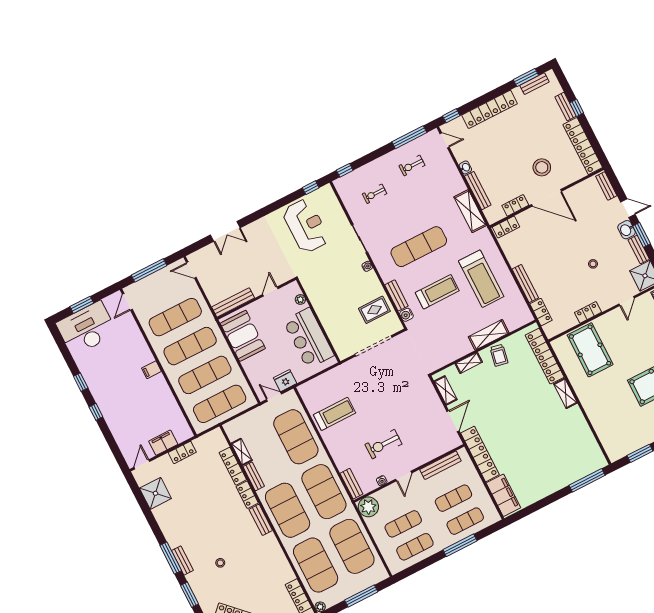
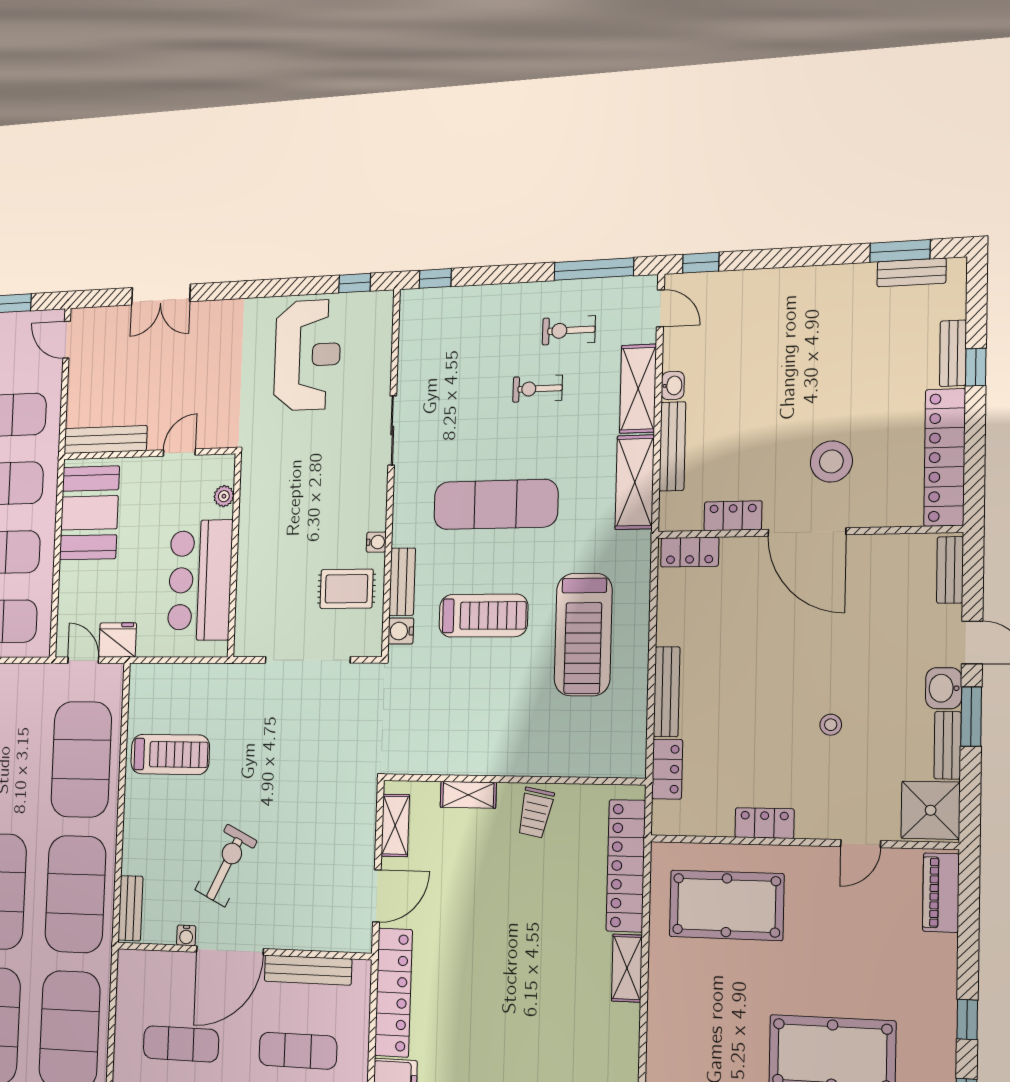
locker: (490, 109) -> (787, 285), removed
exercise bike: (375, 194) -> (538, 389), moved
water cooler: (367, 266) -> (376, 542), moved
shelving: (489, 335) -> (638, 389), moved, turned 90
pool table: (590, 350) -> (726, 905), turned 90
exercise bike: (383, 444) -> (226, 865), turned 116
door: (404, 476) -> (230, 950), width x1.88
plant: (368, 507) -> (137, 972), removed

